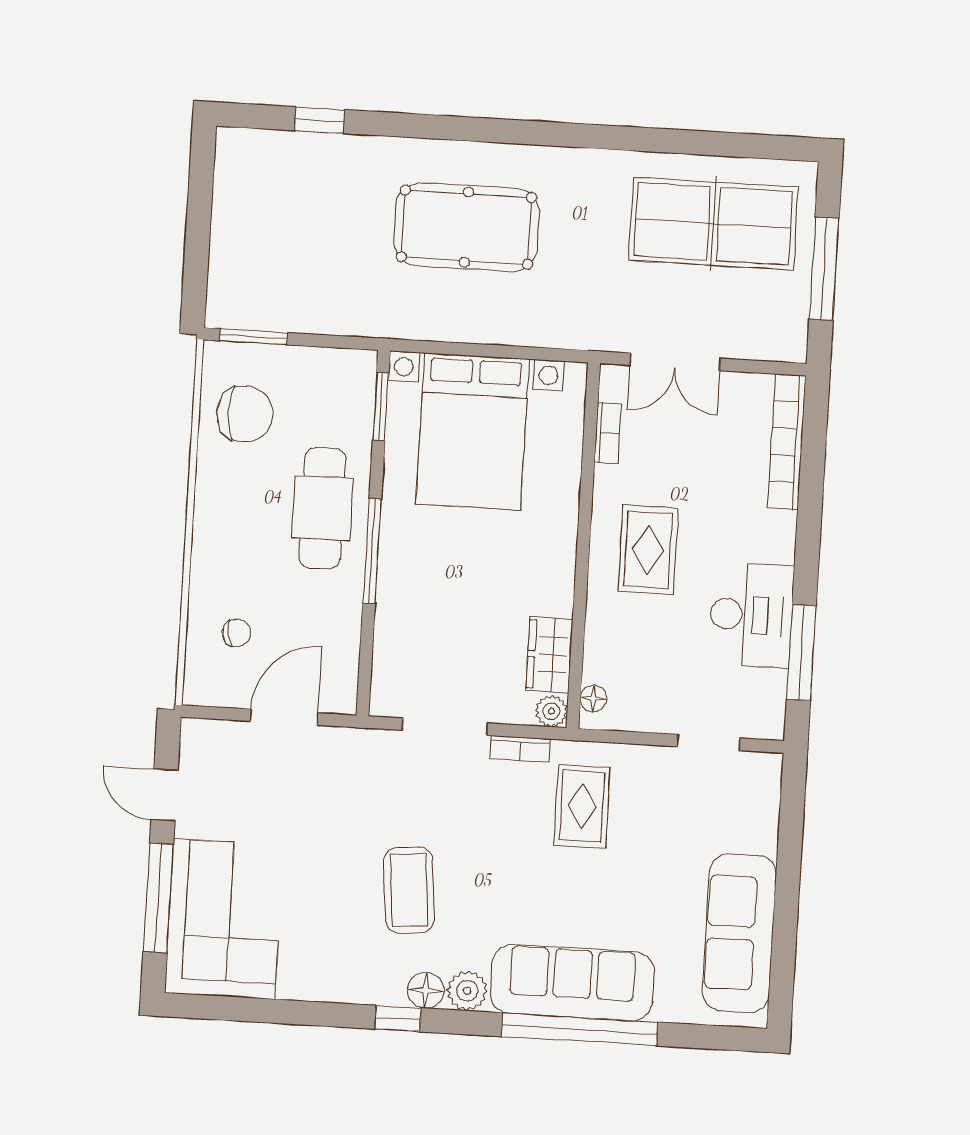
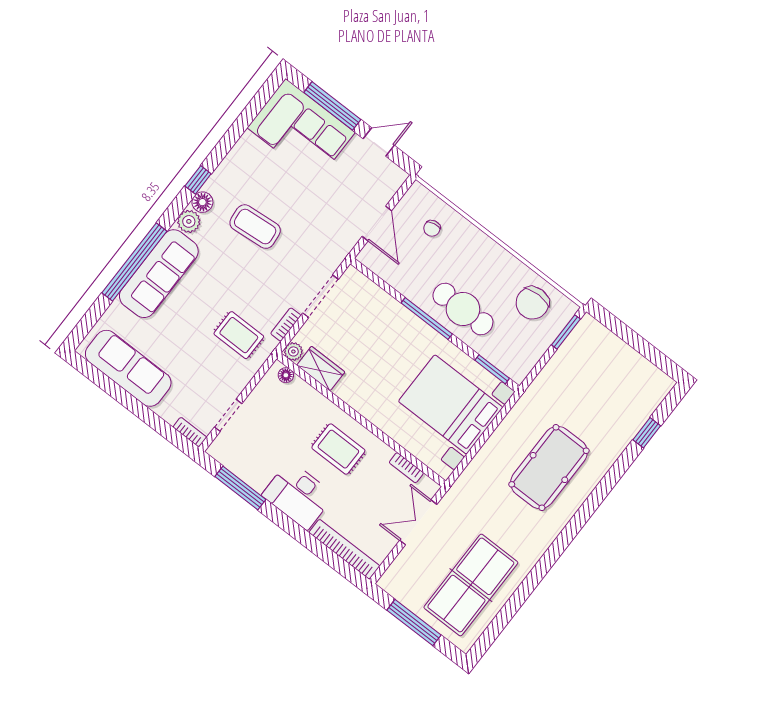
desk: (751, 615) -> (298, 495), moved
bookcase: (770, 781) -> (190, 432), added

